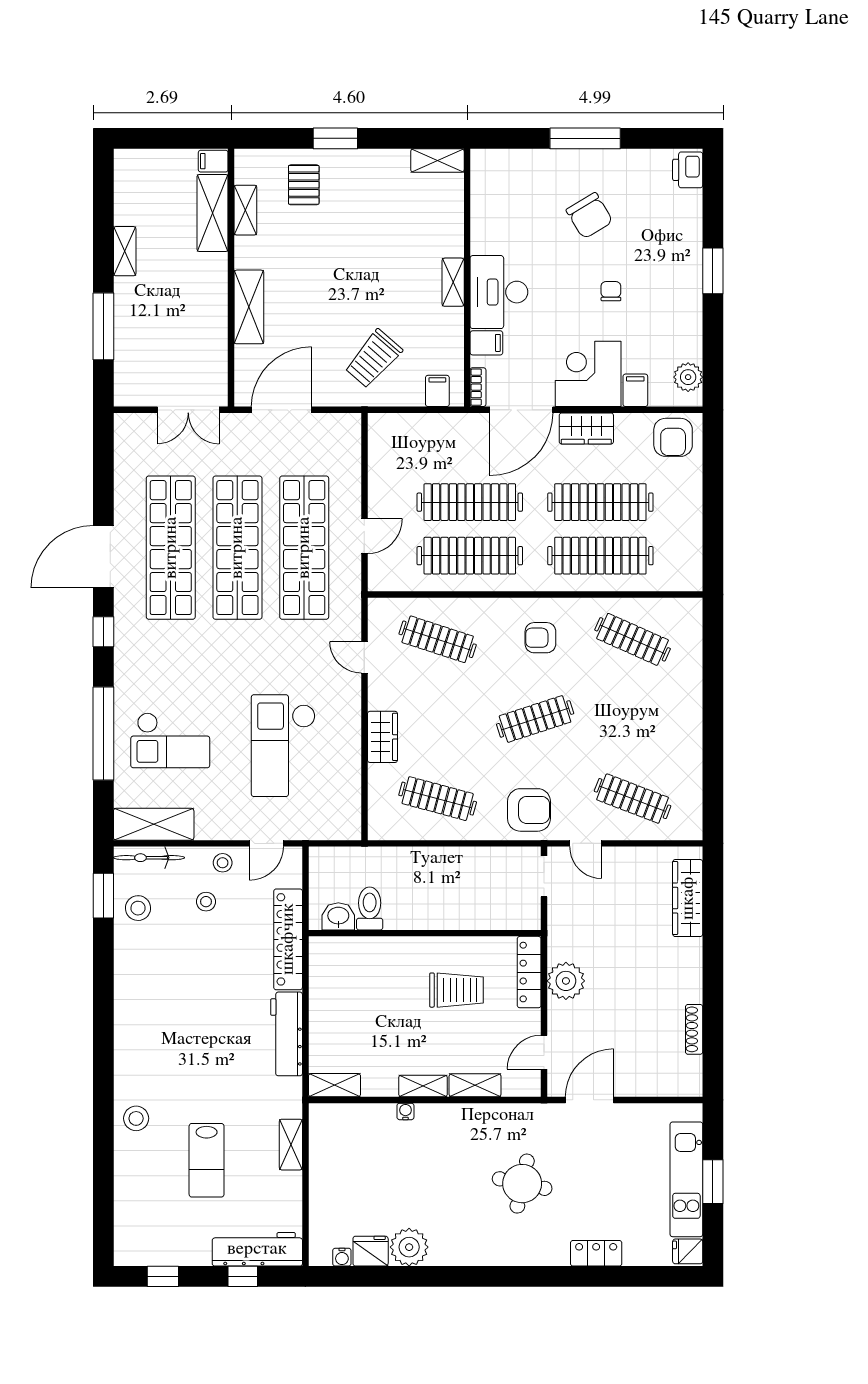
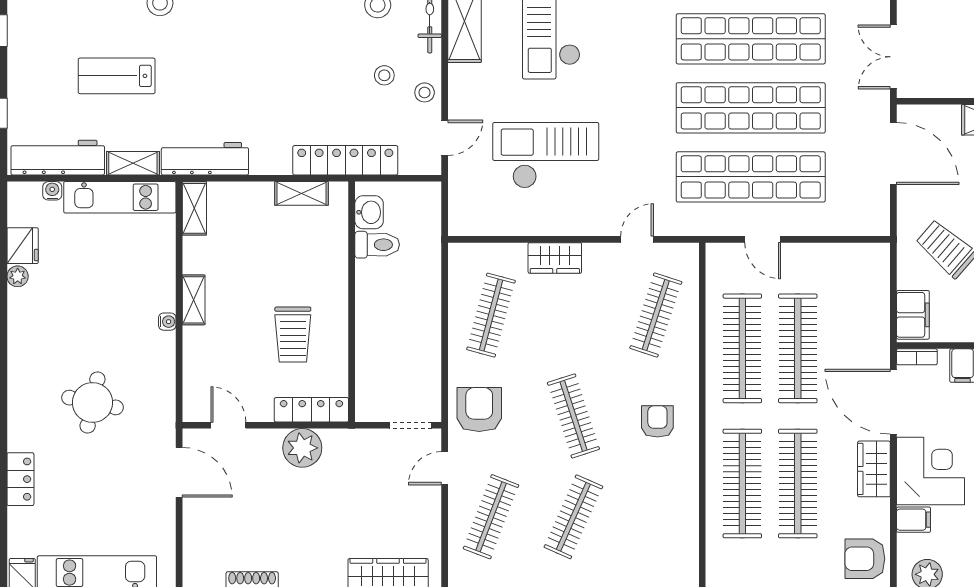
filing cabinet: (437, 391) -> (913, 315), width x2.00
clothes rail: (633, 639) -> (573, 517), moved
armchair: (529, 810) -> (479, 410), turned 180
door: (266, 843) -> (445, 138), swing flipped
workbench: (287, 1034) -> (205, 159), moved
shelving: (475, 1085) -> (302, 193), moved, turned 90
water cooler: (405, 1111) -> (167, 322), moved
kitchen unit: (324, 1157) -> (120, 197), added
plant: (409, 1247) -> (18, 276), width x0.53, depth x0.53
workbench: (257, 1249) -> (58, 158), moved, turned -90
water cooler: (342, 1257) -> (52, 191), moved, turned 90

